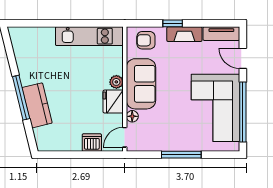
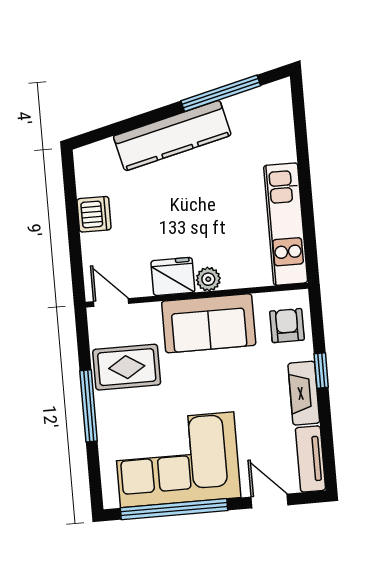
door: (243, 58) -> (270, 501), hinge flipped
window: (21, 98) -> (221, 93), moved
kitchen counter: (37, 105) -> (172, 136), width x1.50
floor lamp: (132, 116) -> (150, 313), removed
rug: (161, 132) -> (127, 367), added
dishwasher: (92, 143) -> (94, 214), moved

